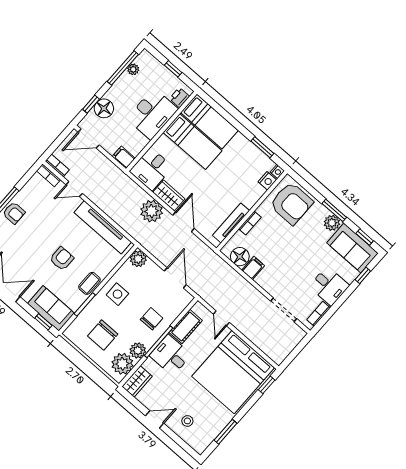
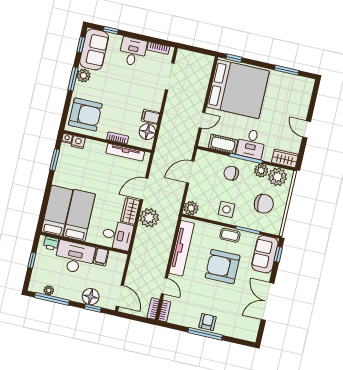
filing cabinet: (124, 158) -> (101, 257), moved
armchair: (291, 203) -> (85, 114), turned 90
armchair: (62, 259) -> (223, 267), width x1.88, depth x1.88
stool: (187, 421) -> (294, 104), removed

